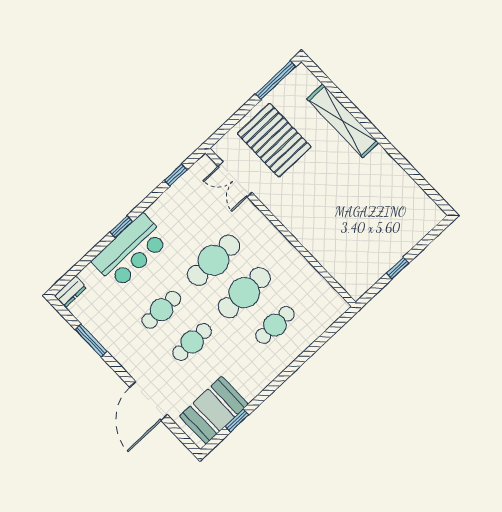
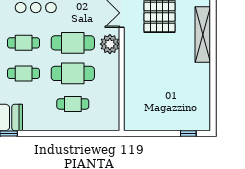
plant: (254, 224) -> (110, 44), added
window: (398, 268) -> (188, 134), moved

